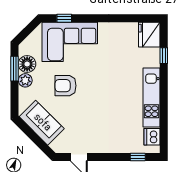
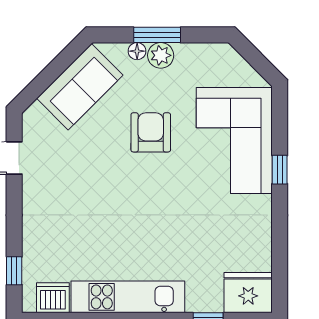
window: (64, 18) -> (280, 170), moved
floor lamp: (27, 64) -> (137, 51), moved, width x0.53, depth x0.53
window: (15, 69) -> (157, 35), moved

